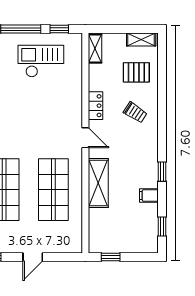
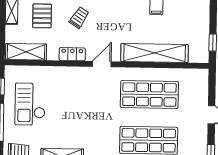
shelving: (95, 48) -> (26, 52), width x1.50, depth x1.33
shelving: (98, 183) -> (155, 53), width x1.47

